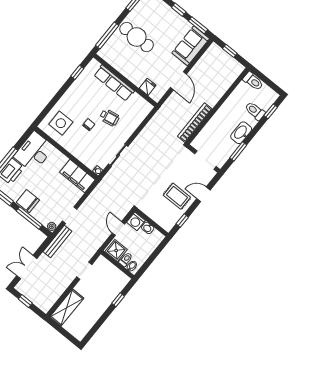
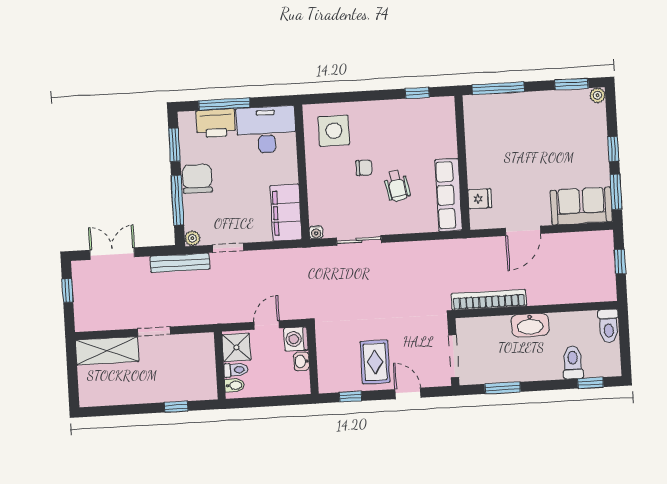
cafe table: (137, 37) -> (530, 127), removed
row of seats: (114, 83) -> (449, 195), moved
washbasin: (241, 133) -> (530, 325), moved, turned 180
doorway: (84, 271) -> (154, 332), moved

